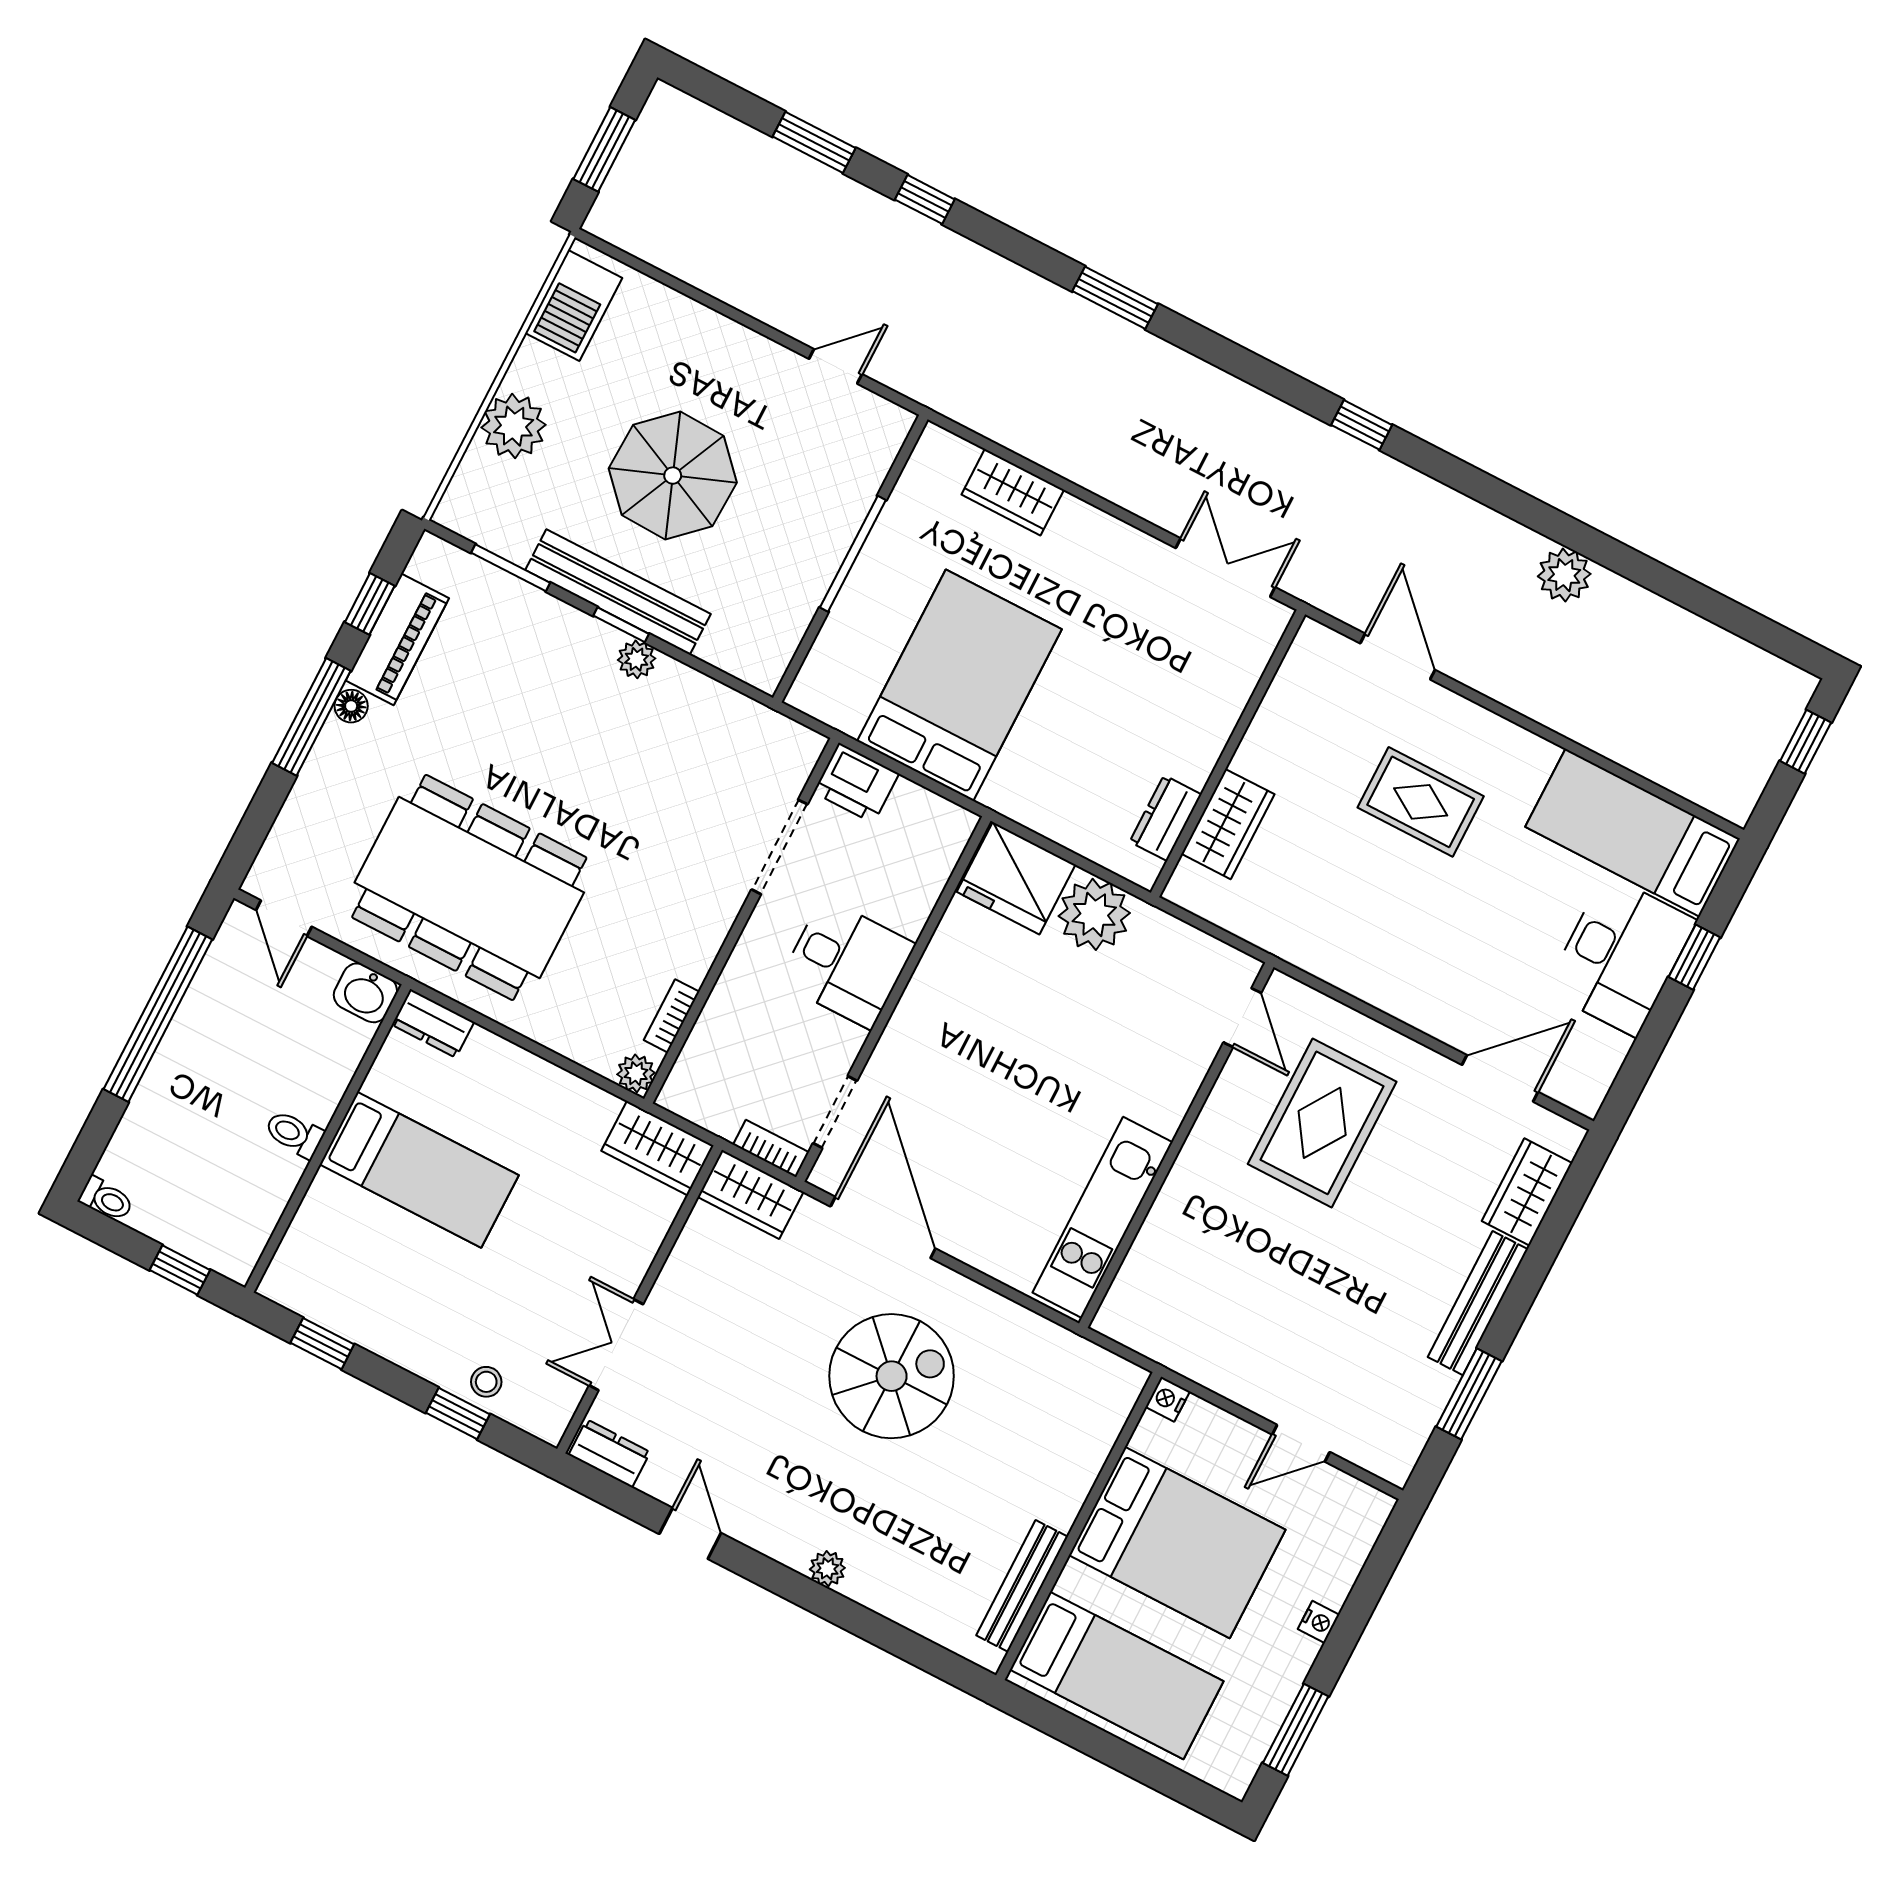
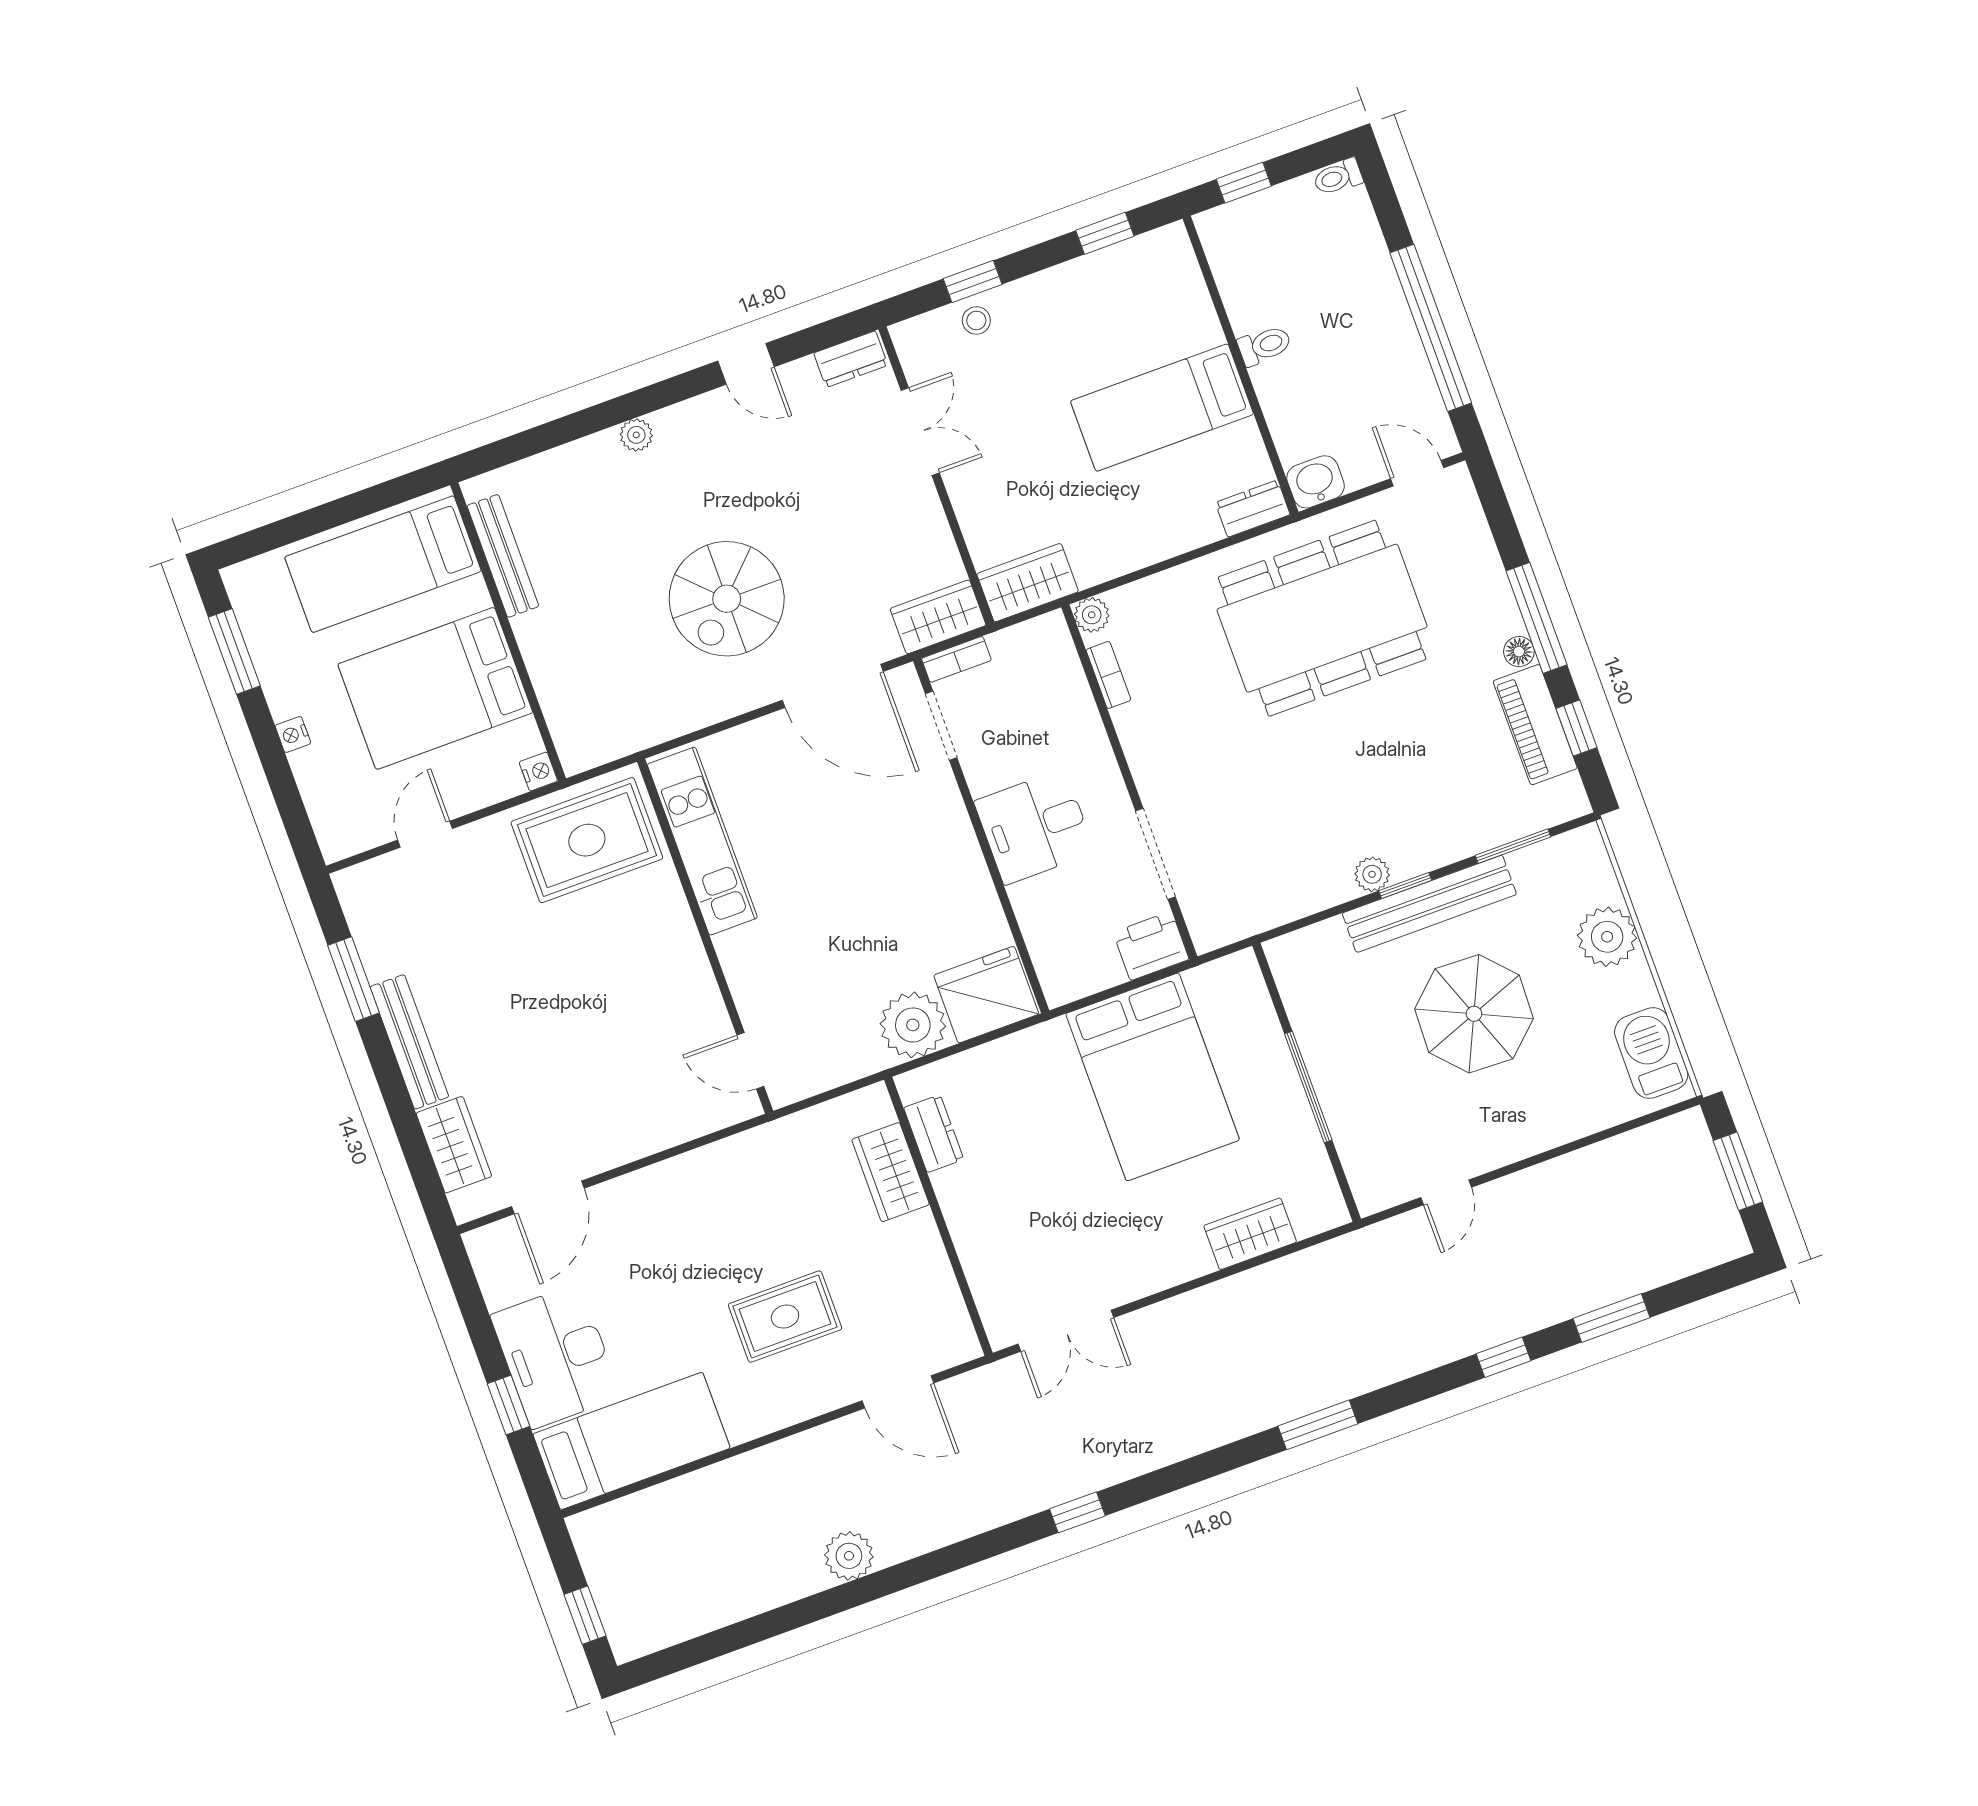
rug: (1322, 1123) -> (587, 840), moved, turned 90

